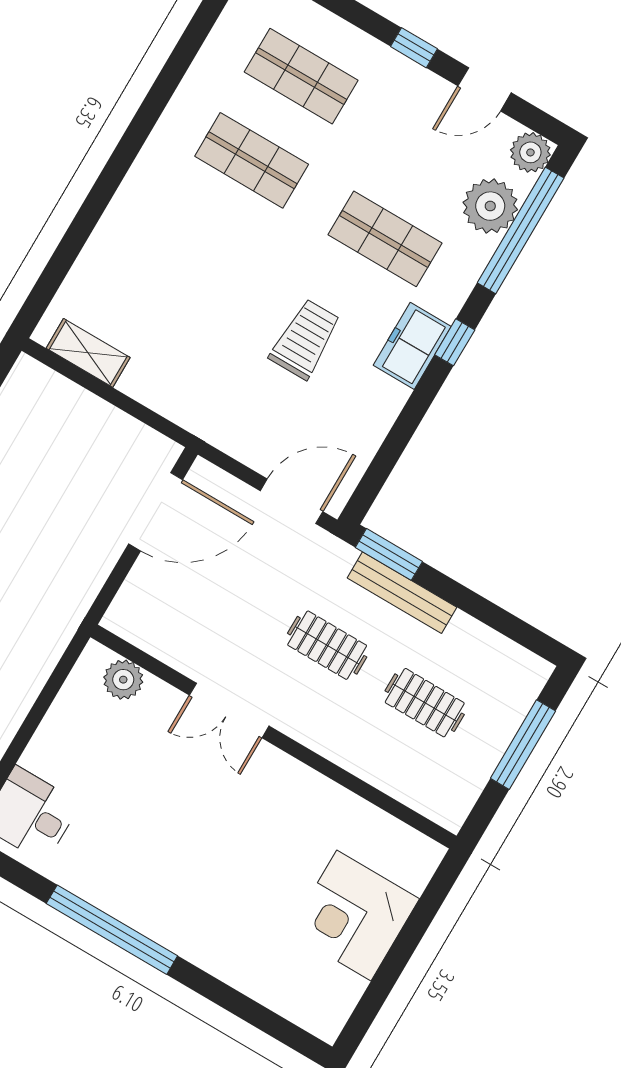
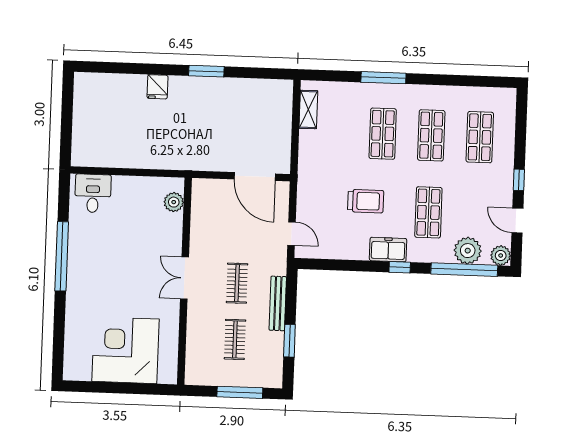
window: (104, 190) -> (383, 78), added
shop shelf: (202, 244) -> (383, 134), added
door: (292, 501) -> (292, 234), width x0.73
window: (389, 554) -> (289, 341), moved
double door: (229, 710) -> (184, 278), moved
corner desk: (354, 916) -> (125, 350), width x1.36, depth x1.36

